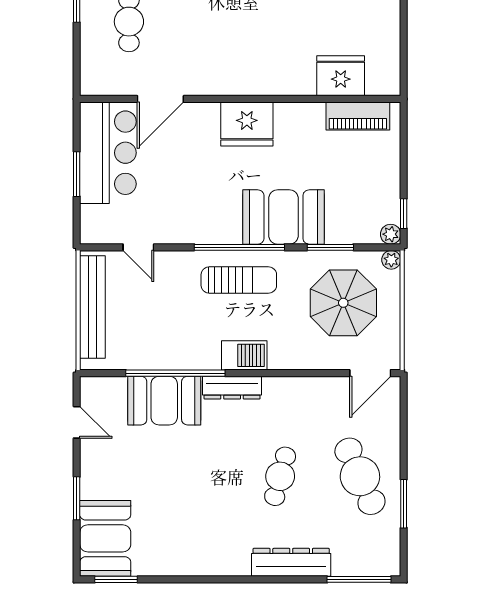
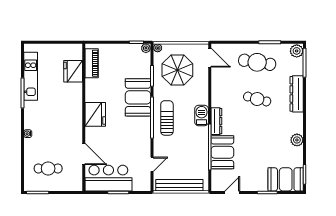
cafe table: (360, 476) -> (257, 62), turned 33
plant: (385, 562) -> (297, 51), added
plant: (191, 563) -> (297, 140), added

